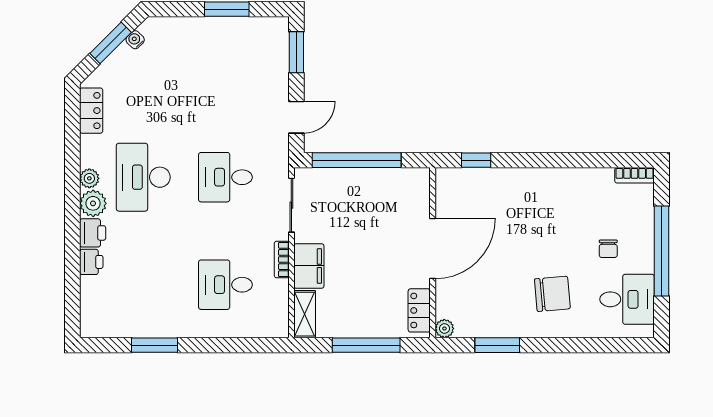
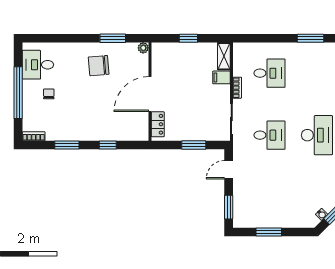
window: (357, 160) -> (194, 145), width x0.47
window: (476, 160) -> (108, 145), moved
window: (577, 160) -> (67, 145), added
filing cabinet: (309, 266) -> (221, 77), width x0.50
chair: (552, 294) -> (99, 66), moved
locker: (419, 310) -> (158, 124), moved
window: (366, 345) -> (188, 38), width x0.46

